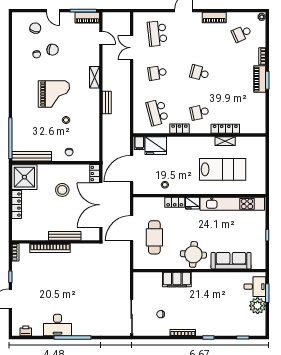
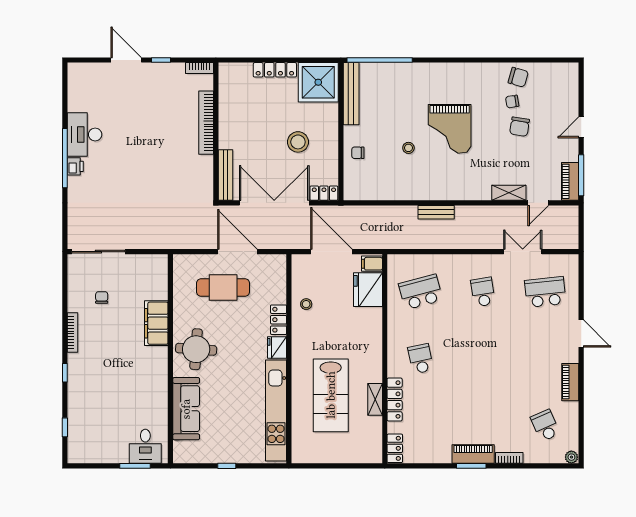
chair: (35, 28) -> (518, 77), moved
school desk: (199, 73) -> (483, 359), removed
shelving: (94, 77) -> (509, 193), moved
locker: (179, 129) -> (395, 448), moved
bench: (65, 236) -> (225, 175), moved
plant: (258, 306) -> (115, 450), removed
printer: (26, 331) -> (75, 166), moved

